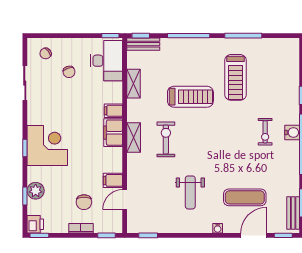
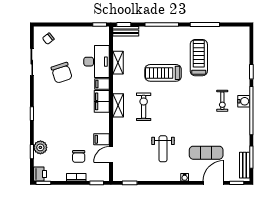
desk: (106, 61) -> (97, 62), moved
chair: (69, 72) -> (62, 73), moved, width x1.87, depth x1.87
treadmill: (236, 77) -> (199, 58), turned 180
treadmill: (190, 97) -> (163, 73), turned 180
corner desk: (47, 145) -> (50, 112), removed

